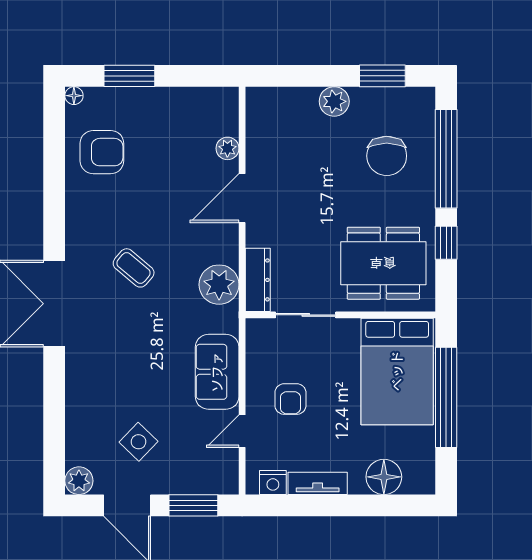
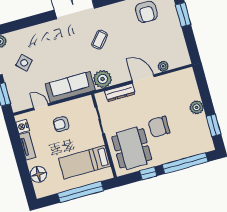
chair: (387, 156) -> (159, 127), moved
dresser: (258, 280) -> (120, 92), moved
bed: (397, 371) -> (85, 162), width x0.67
sofa: (217, 372) -> (70, 87), width x1.36

